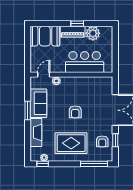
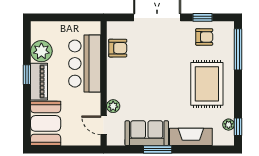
armchair: (75, 112) -> (118, 48), moved

